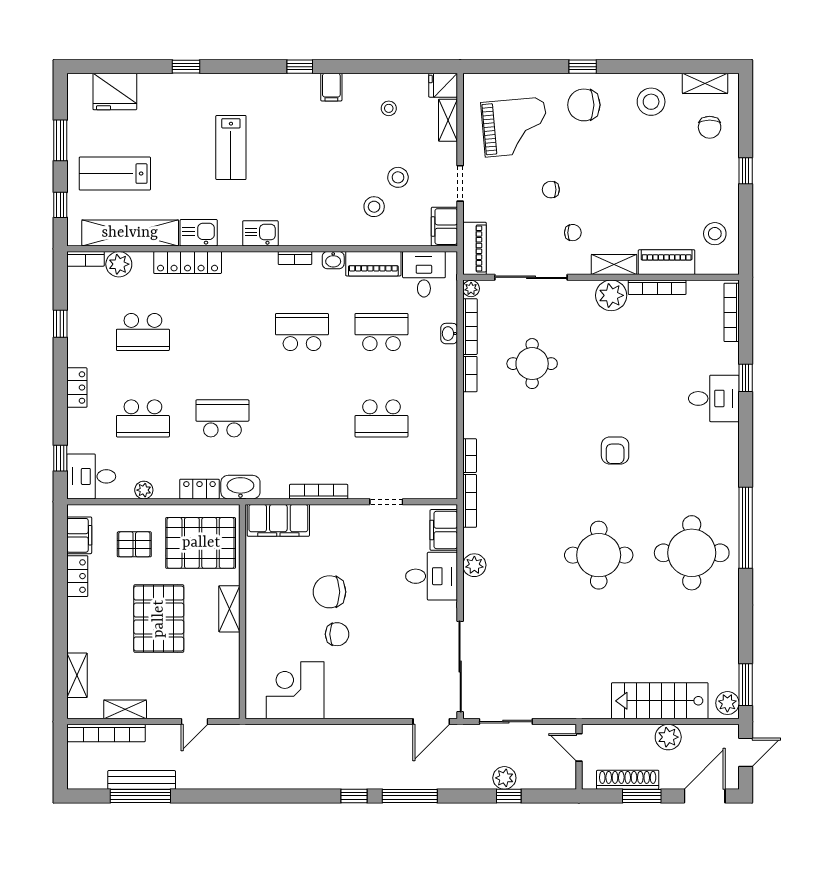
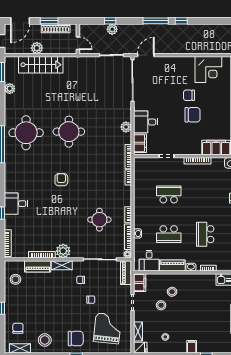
grand piano: (515, 127) -> (107, 328), turned 101
school desk: (302, 332) -> (205, 234), turned 90
plant: (727, 703) -> (10, 89), moved

